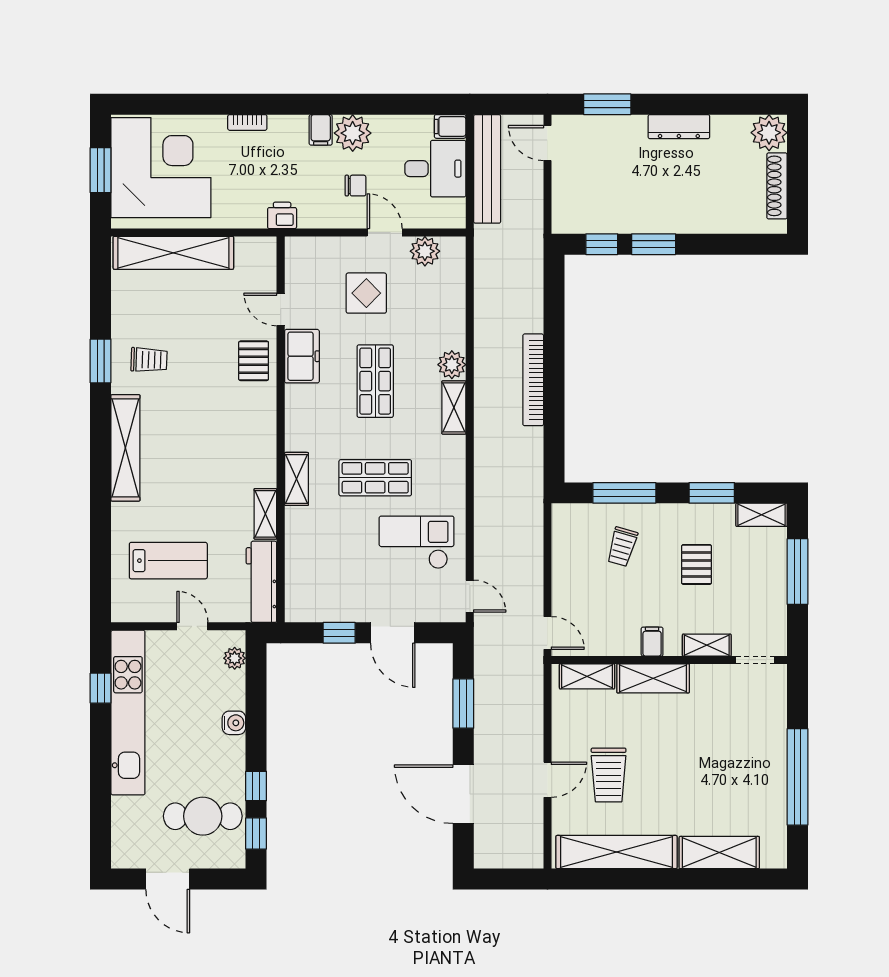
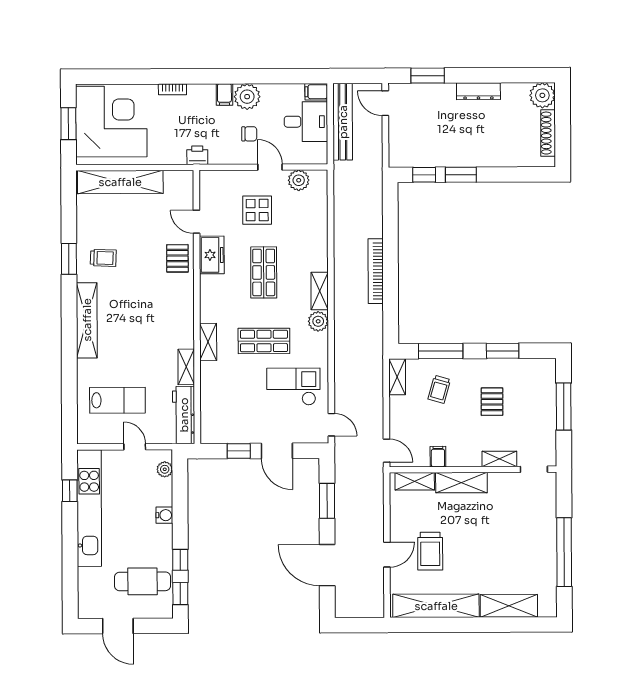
plant: (452, 365) -> (318, 321), moved
shelving: (762, 515) -> (397, 377), moved, turned 90
filing cabinet: (652, 642) -> (438, 457), moved

